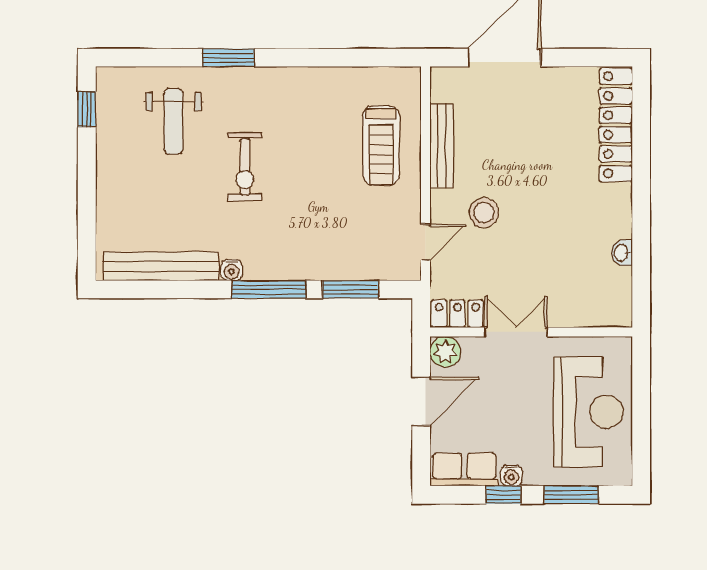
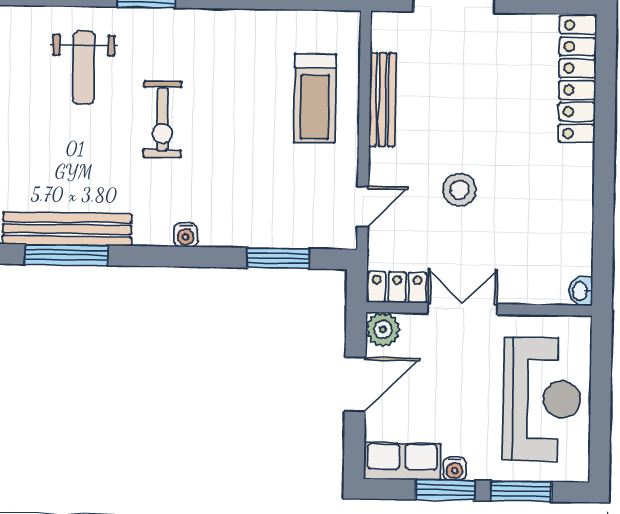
stool: (484, 213) -> (460, 190), moved
washbasin: (622, 253) -> (581, 291), moved
water cooler: (232, 270) -> (186, 235), moved
window: (269, 289) -> (66, 255), moved
window: (503, 495) -> (445, 490), width x1.50

